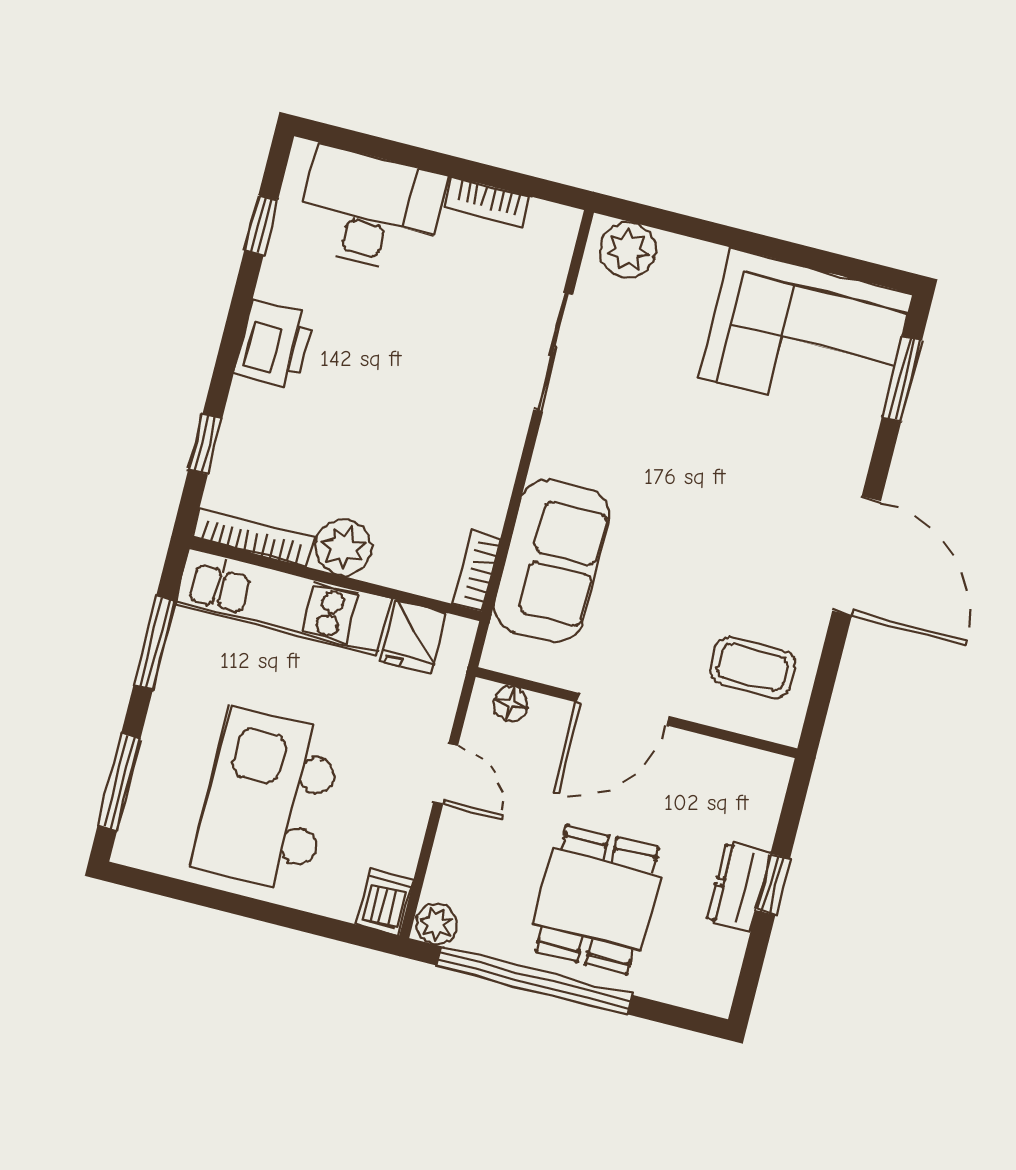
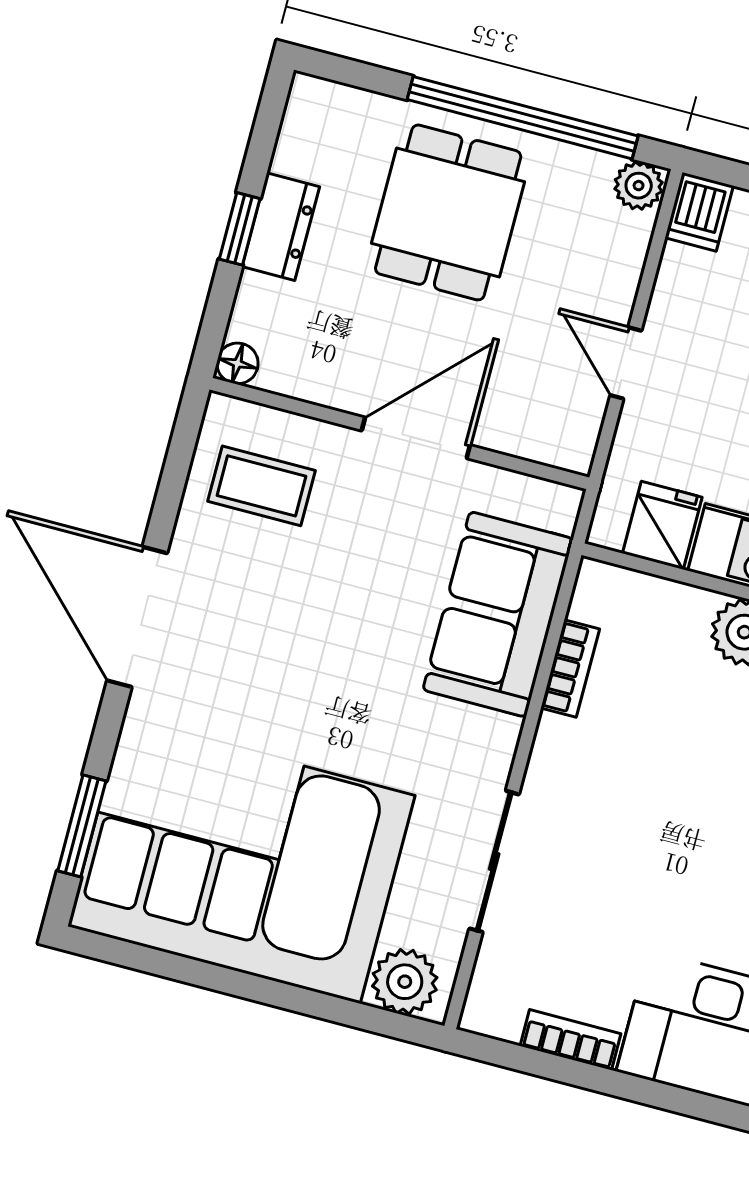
corner sofa: (806, 336) -> (241, 861), width x1.36, depth x1.36
bookcase: (477, 570) -> (570, 669), moved
floor lamp: (511, 704) -> (237, 363), moved

